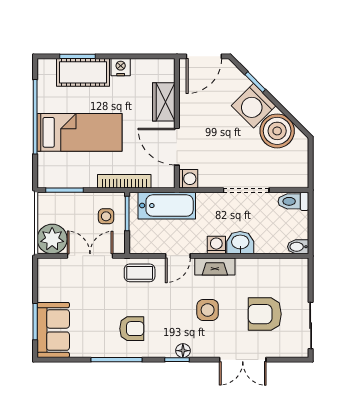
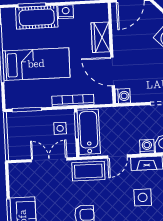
bathtub: (167, 206) -> (89, 132), moved, turned -90
plant: (52, 239) -> (19, 148), removed
coffee table: (140, 273) -> (88, 171), width x1.36, depth x1.30

